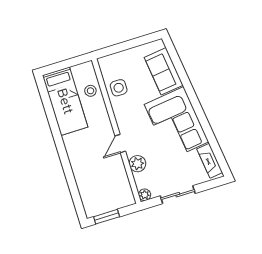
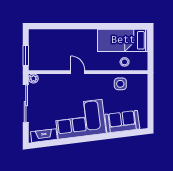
plant: (137, 164) -> (59, 80), removed
sliding door: (178, 195) -> (26, 104), width x1.37
window: (107, 217) -> (26, 56), moved

